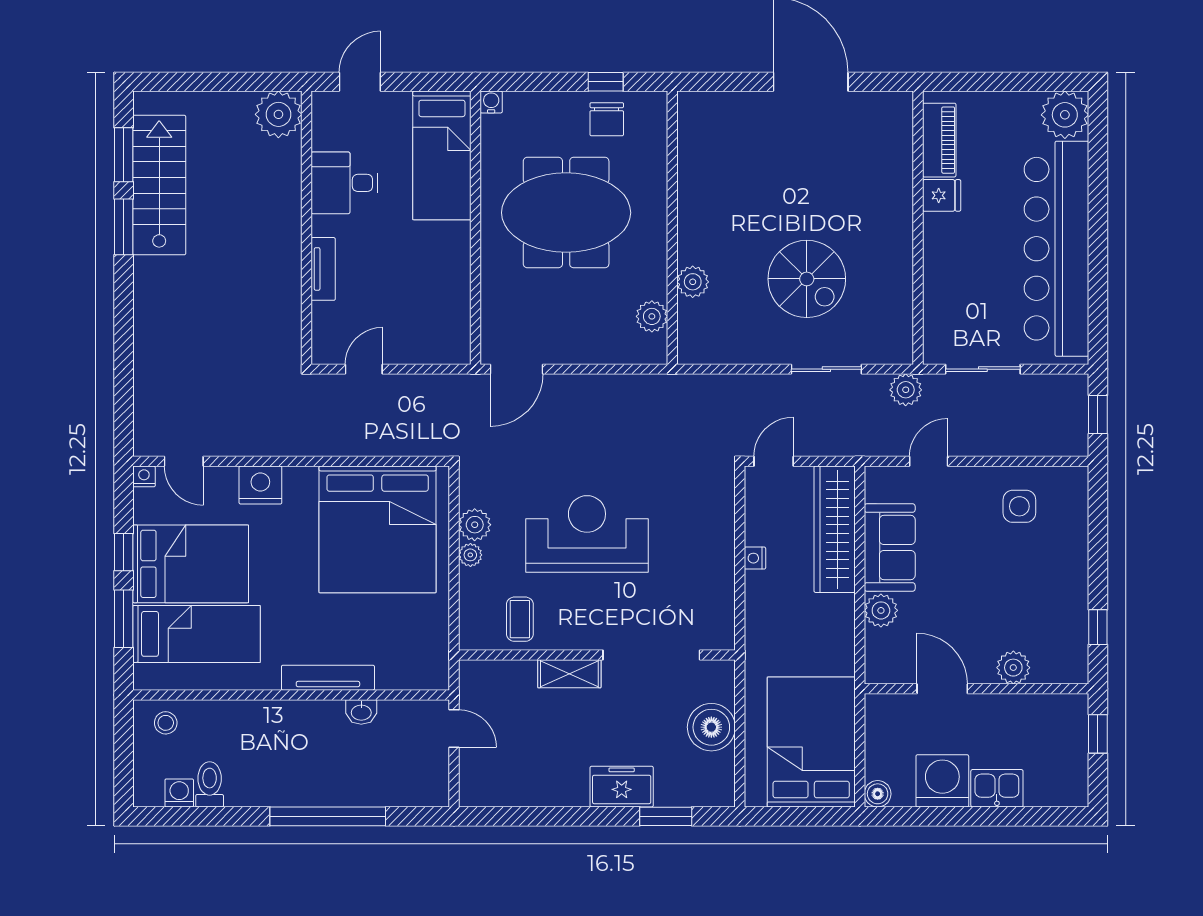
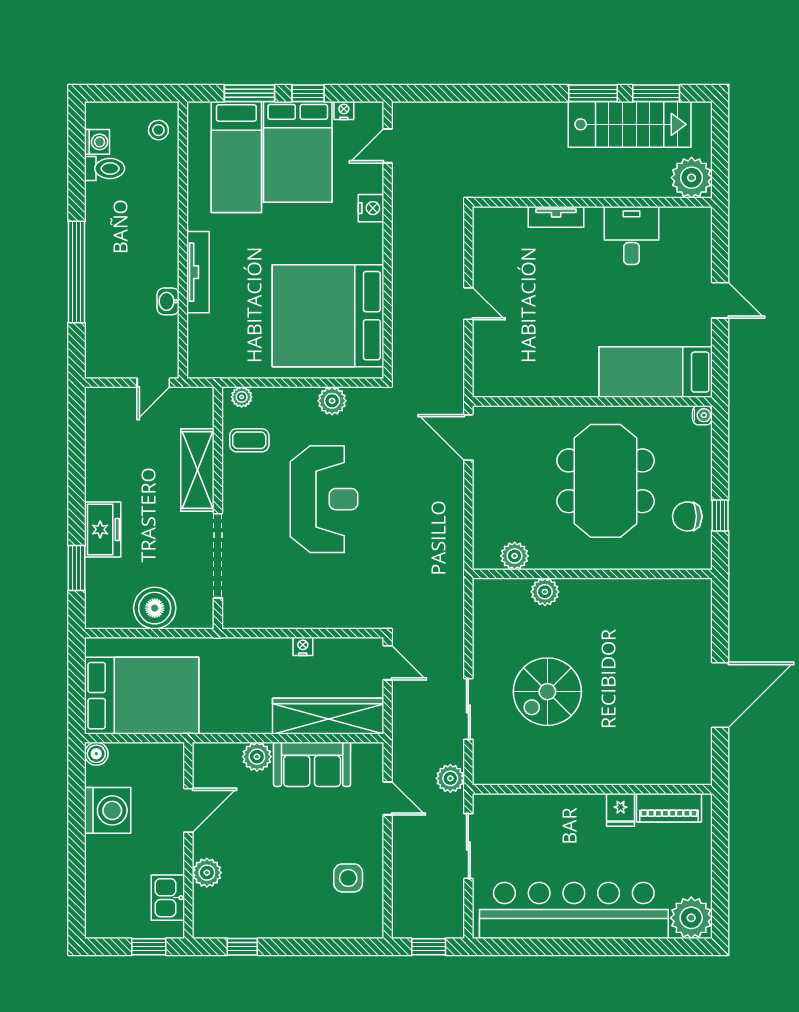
plant: (278, 114) -> (692, 178), moved
desk: (344, 183) -> (632, 235), moved
wall: (306, 228) -> (592, 202), moved
tv unit: (323, 269) -> (556, 217), moved
nightstand: (144, 476) -> (344, 110), moved, turned -90
nightstand: (260, 485) -> (371, 208), width x0.74, depth x0.75
plant: (470, 555) -> (242, 397), moved
shelving: (569, 674) -> (197, 470), width x1.50, depth x1.33
kitchen sink: (997, 788) -> (168, 898), moved, turned 180

